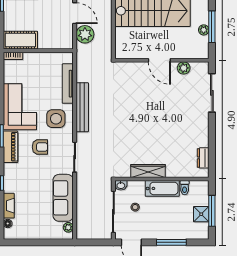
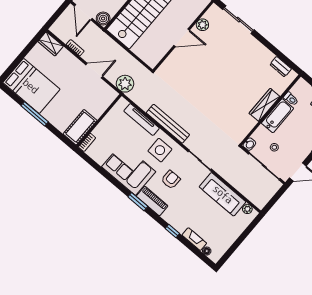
plant: (85, 34) -> (125, 84), moved
wardrobe: (148, 171) -> (265, 105), moved

